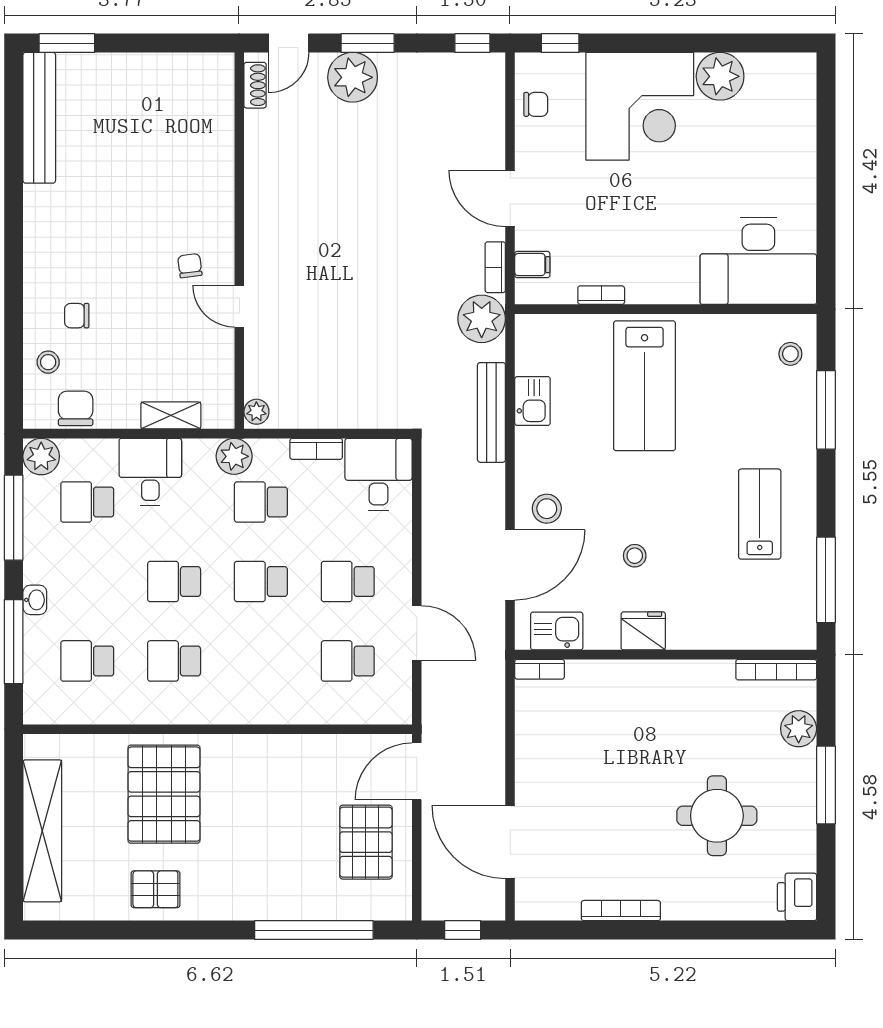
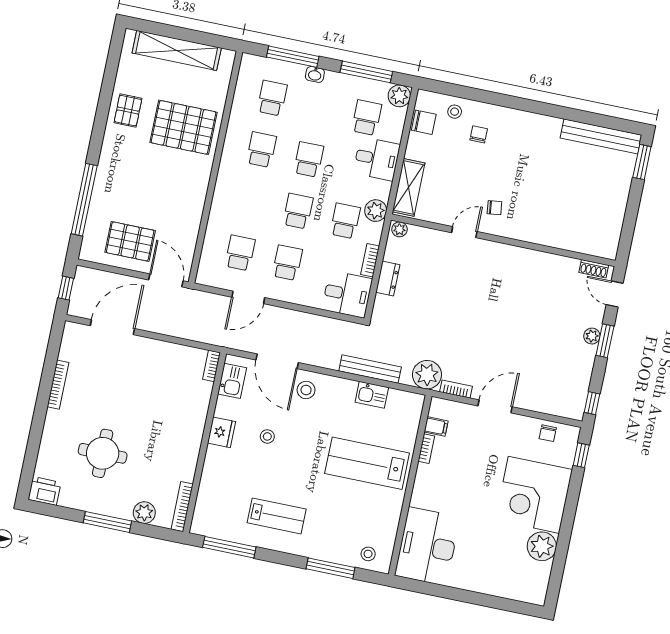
plant: (353, 77) -> (592, 336), width x0.53, depth x0.53
filing cabinet: (532, 265) -> (436, 426), moved, turned -90
dresser: (340, 414) -> (388, 278), added
shelving: (171, 415) -> (409, 187), width x1.50, depth x1.33

